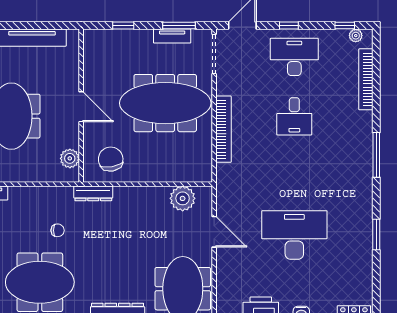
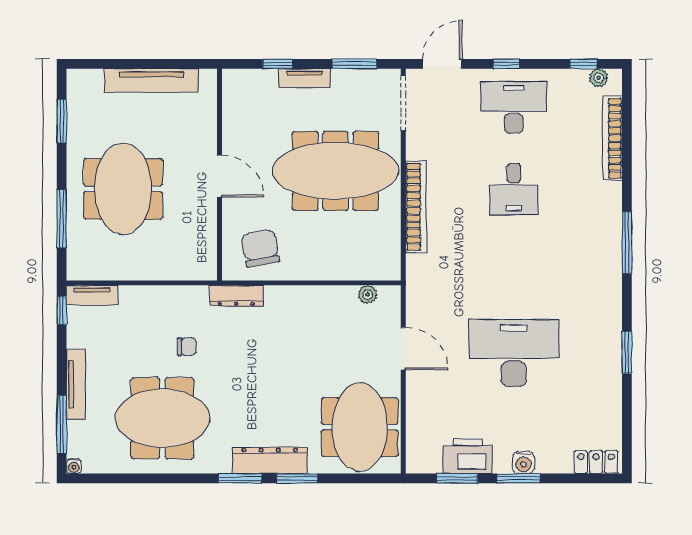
tv unit: (172, 36) -> (304, 78), moved
plant: (70, 158) -> (204, 247), removed
plant: (183, 198) -> (368, 294), width x0.53, depth x0.53

